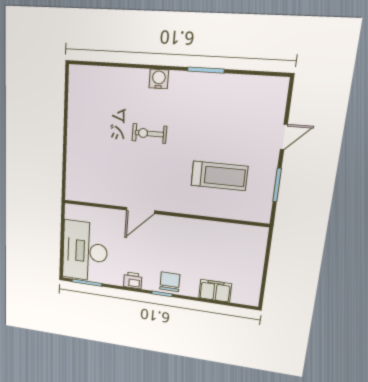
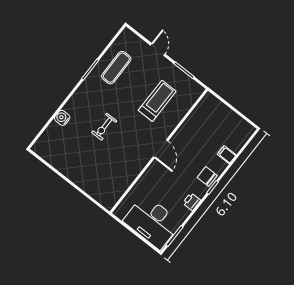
water cooler: (159, 79) -> (62, 118), moved
exercise mat: (229, 101) -> (116, 68), added
door: (140, 210) -> (161, 149), moved
filing cabinet: (215, 291) -> (227, 155), width x0.50

